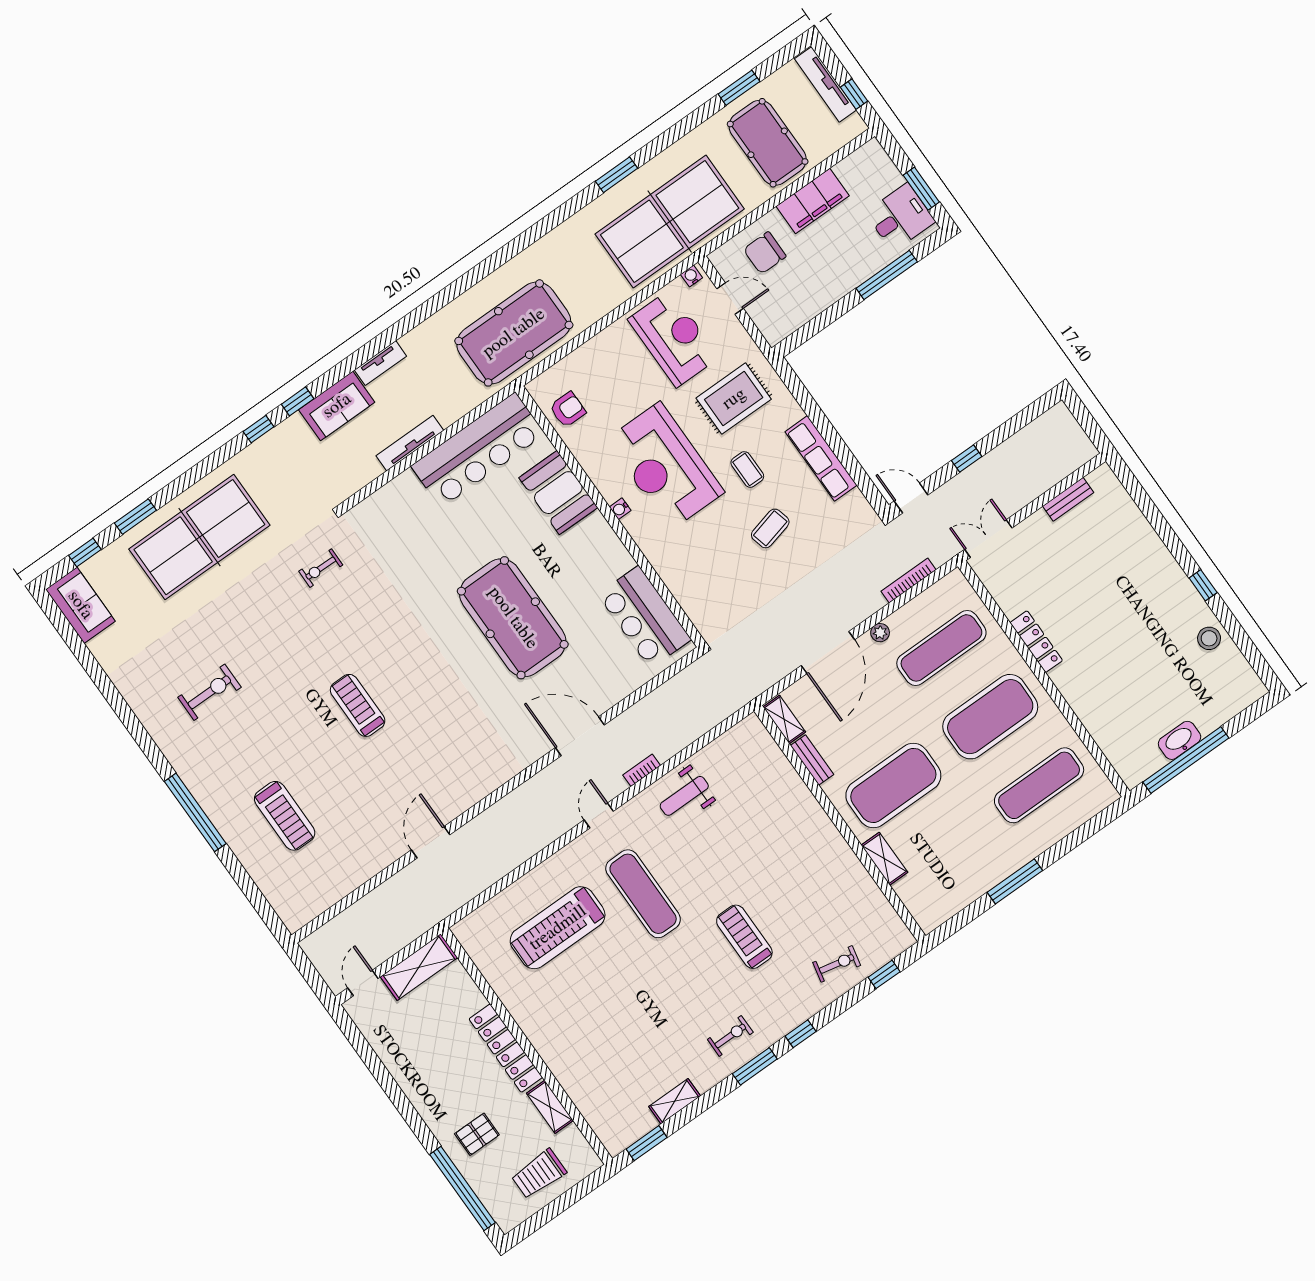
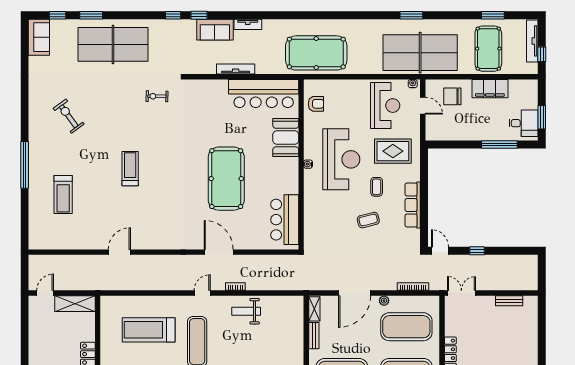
reception desk: (665, 466) -> (341, 159), turned 180
exercise mat: (941, 648) -> (406, 327), width x1.47
exercise bike: (209, 692) -> (69, 116), turned -126

